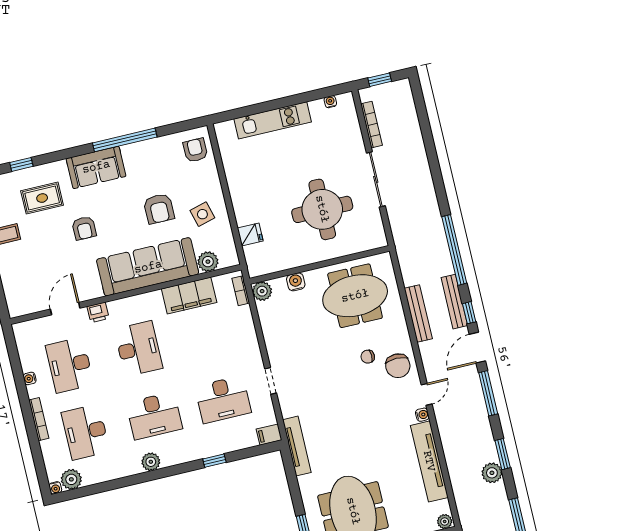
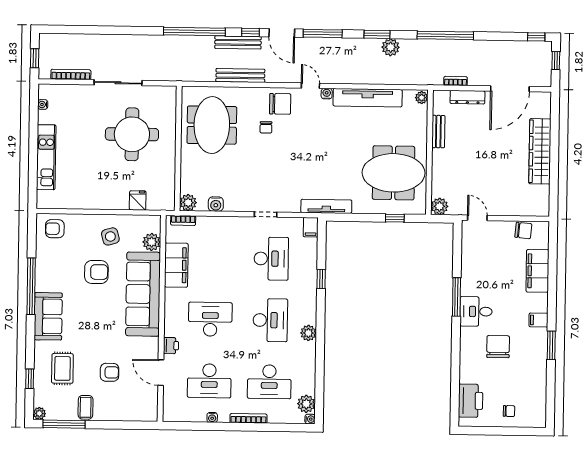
armchair: (84, 228) -> (110, 372), moved
water cooler: (296, 282) -> (216, 204), moved, turned -90

